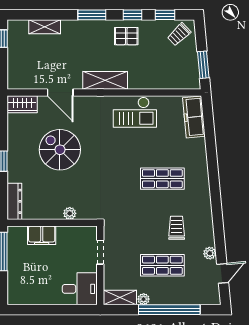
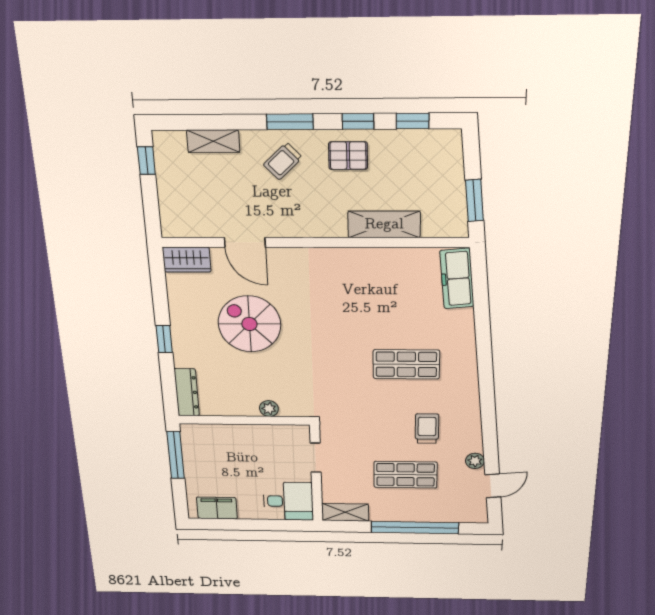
trolley: (179, 34) -> (283, 161), moved
shelving: (105, 80) -> (384, 224), moved
checkout: (135, 112) -> (363, 271), removed
filing cabinet: (42, 235) -> (217, 508), moved, turned 180
plant: (144, 299) -> (379, 515), removed

